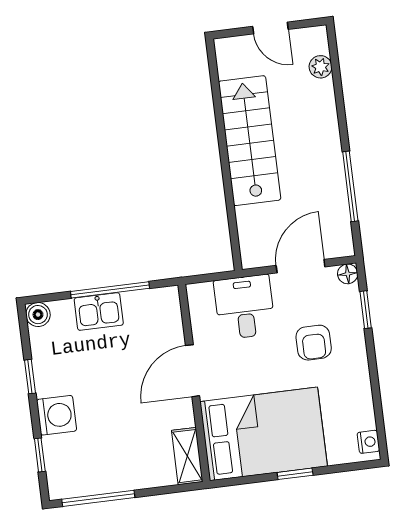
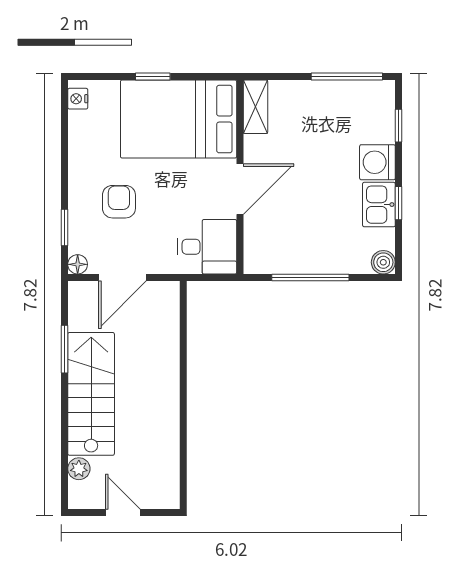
stairs: (250, 141) -> (91, 394), moved, turned 180
window: (350, 186) -> (64, 349), width x0.69
desk: (245, 307) -> (207, 247), moved, turned -90
kitchen sink: (99, 312) -> (379, 205), moved, turned -90

